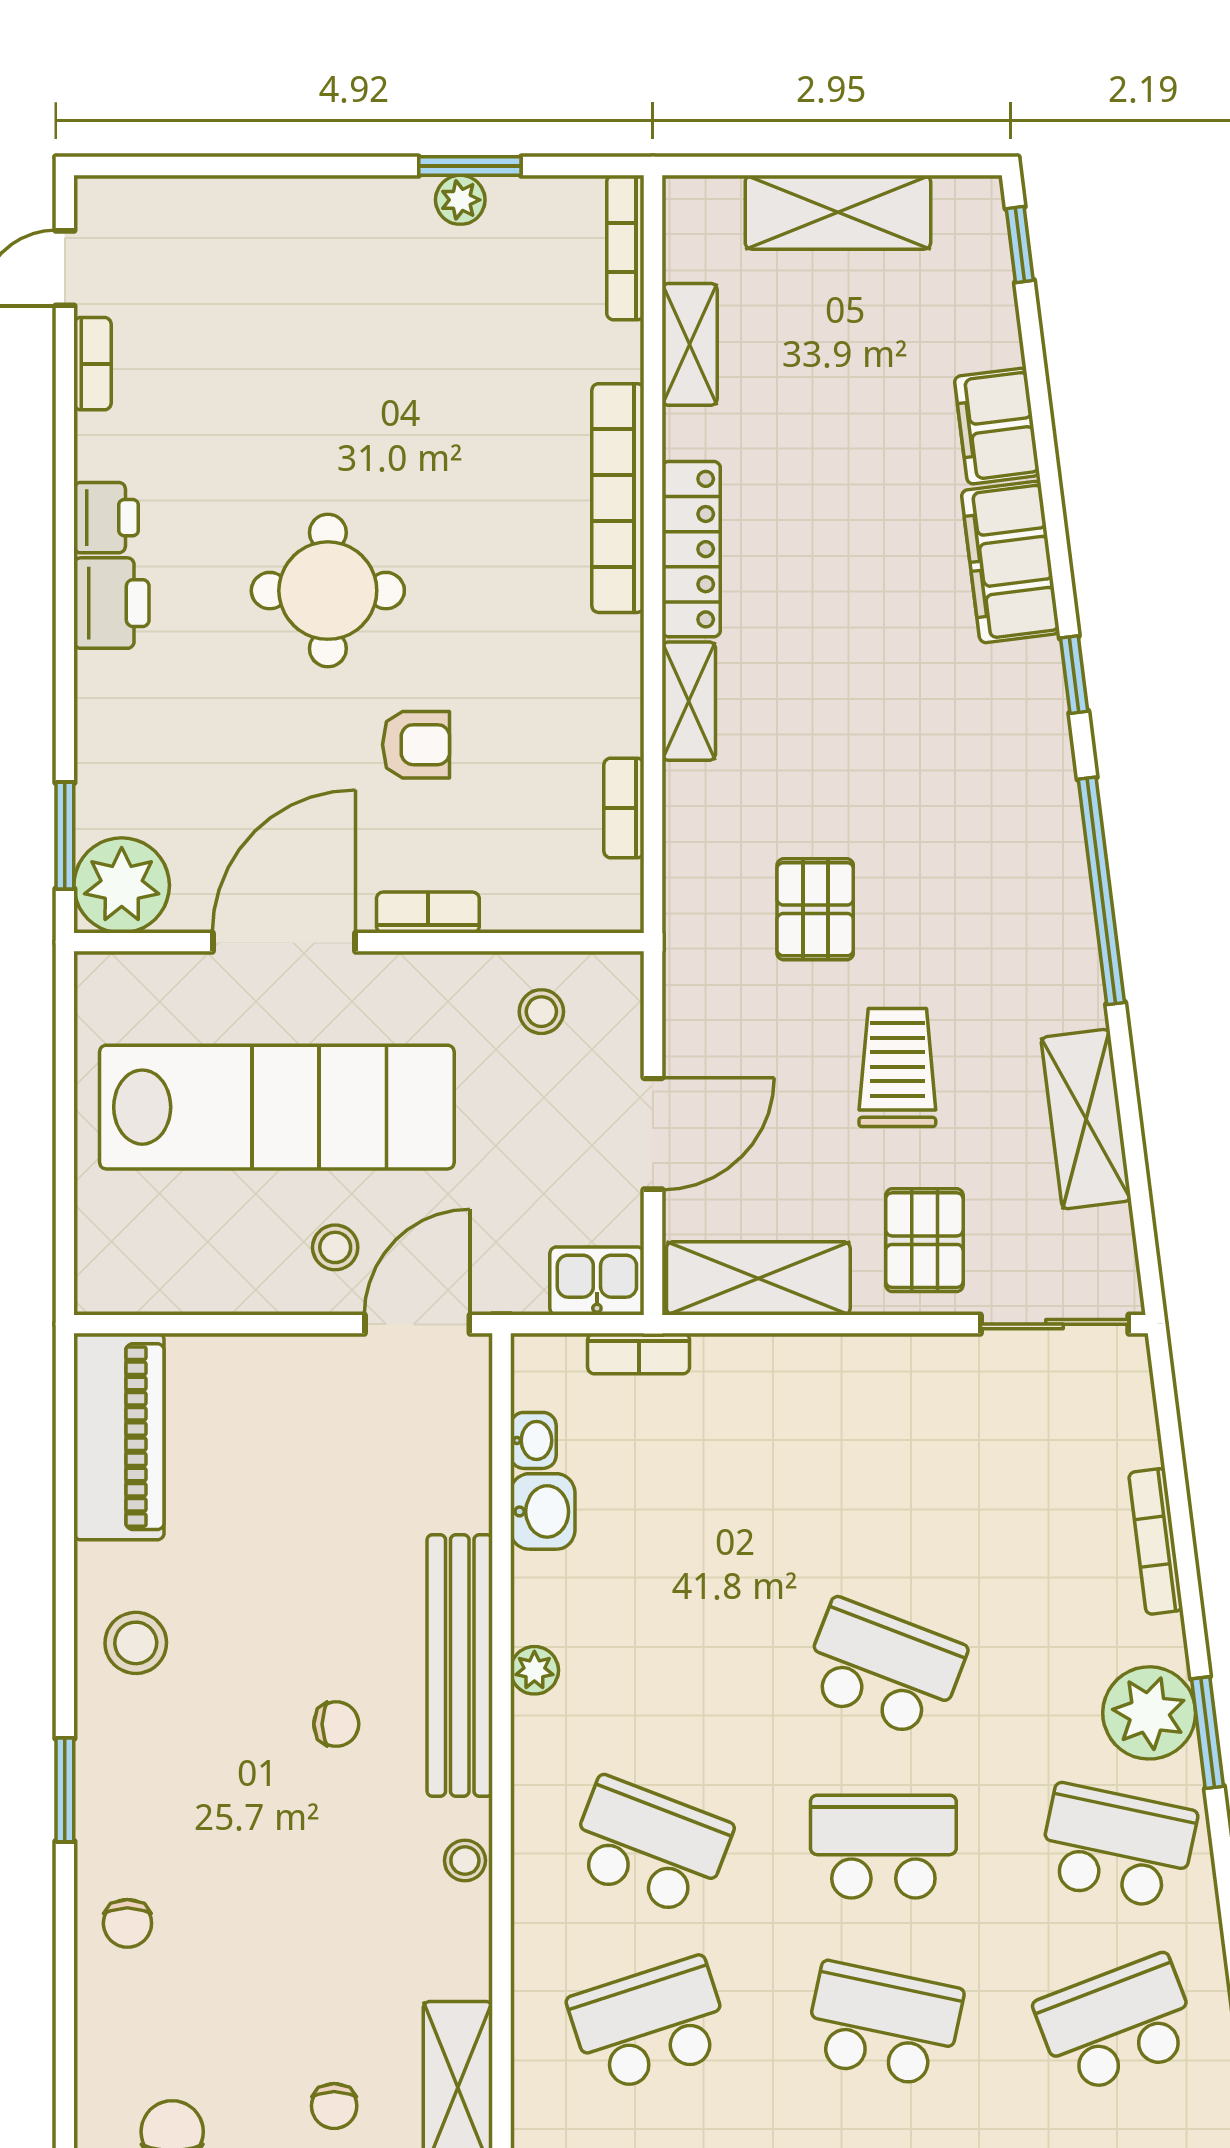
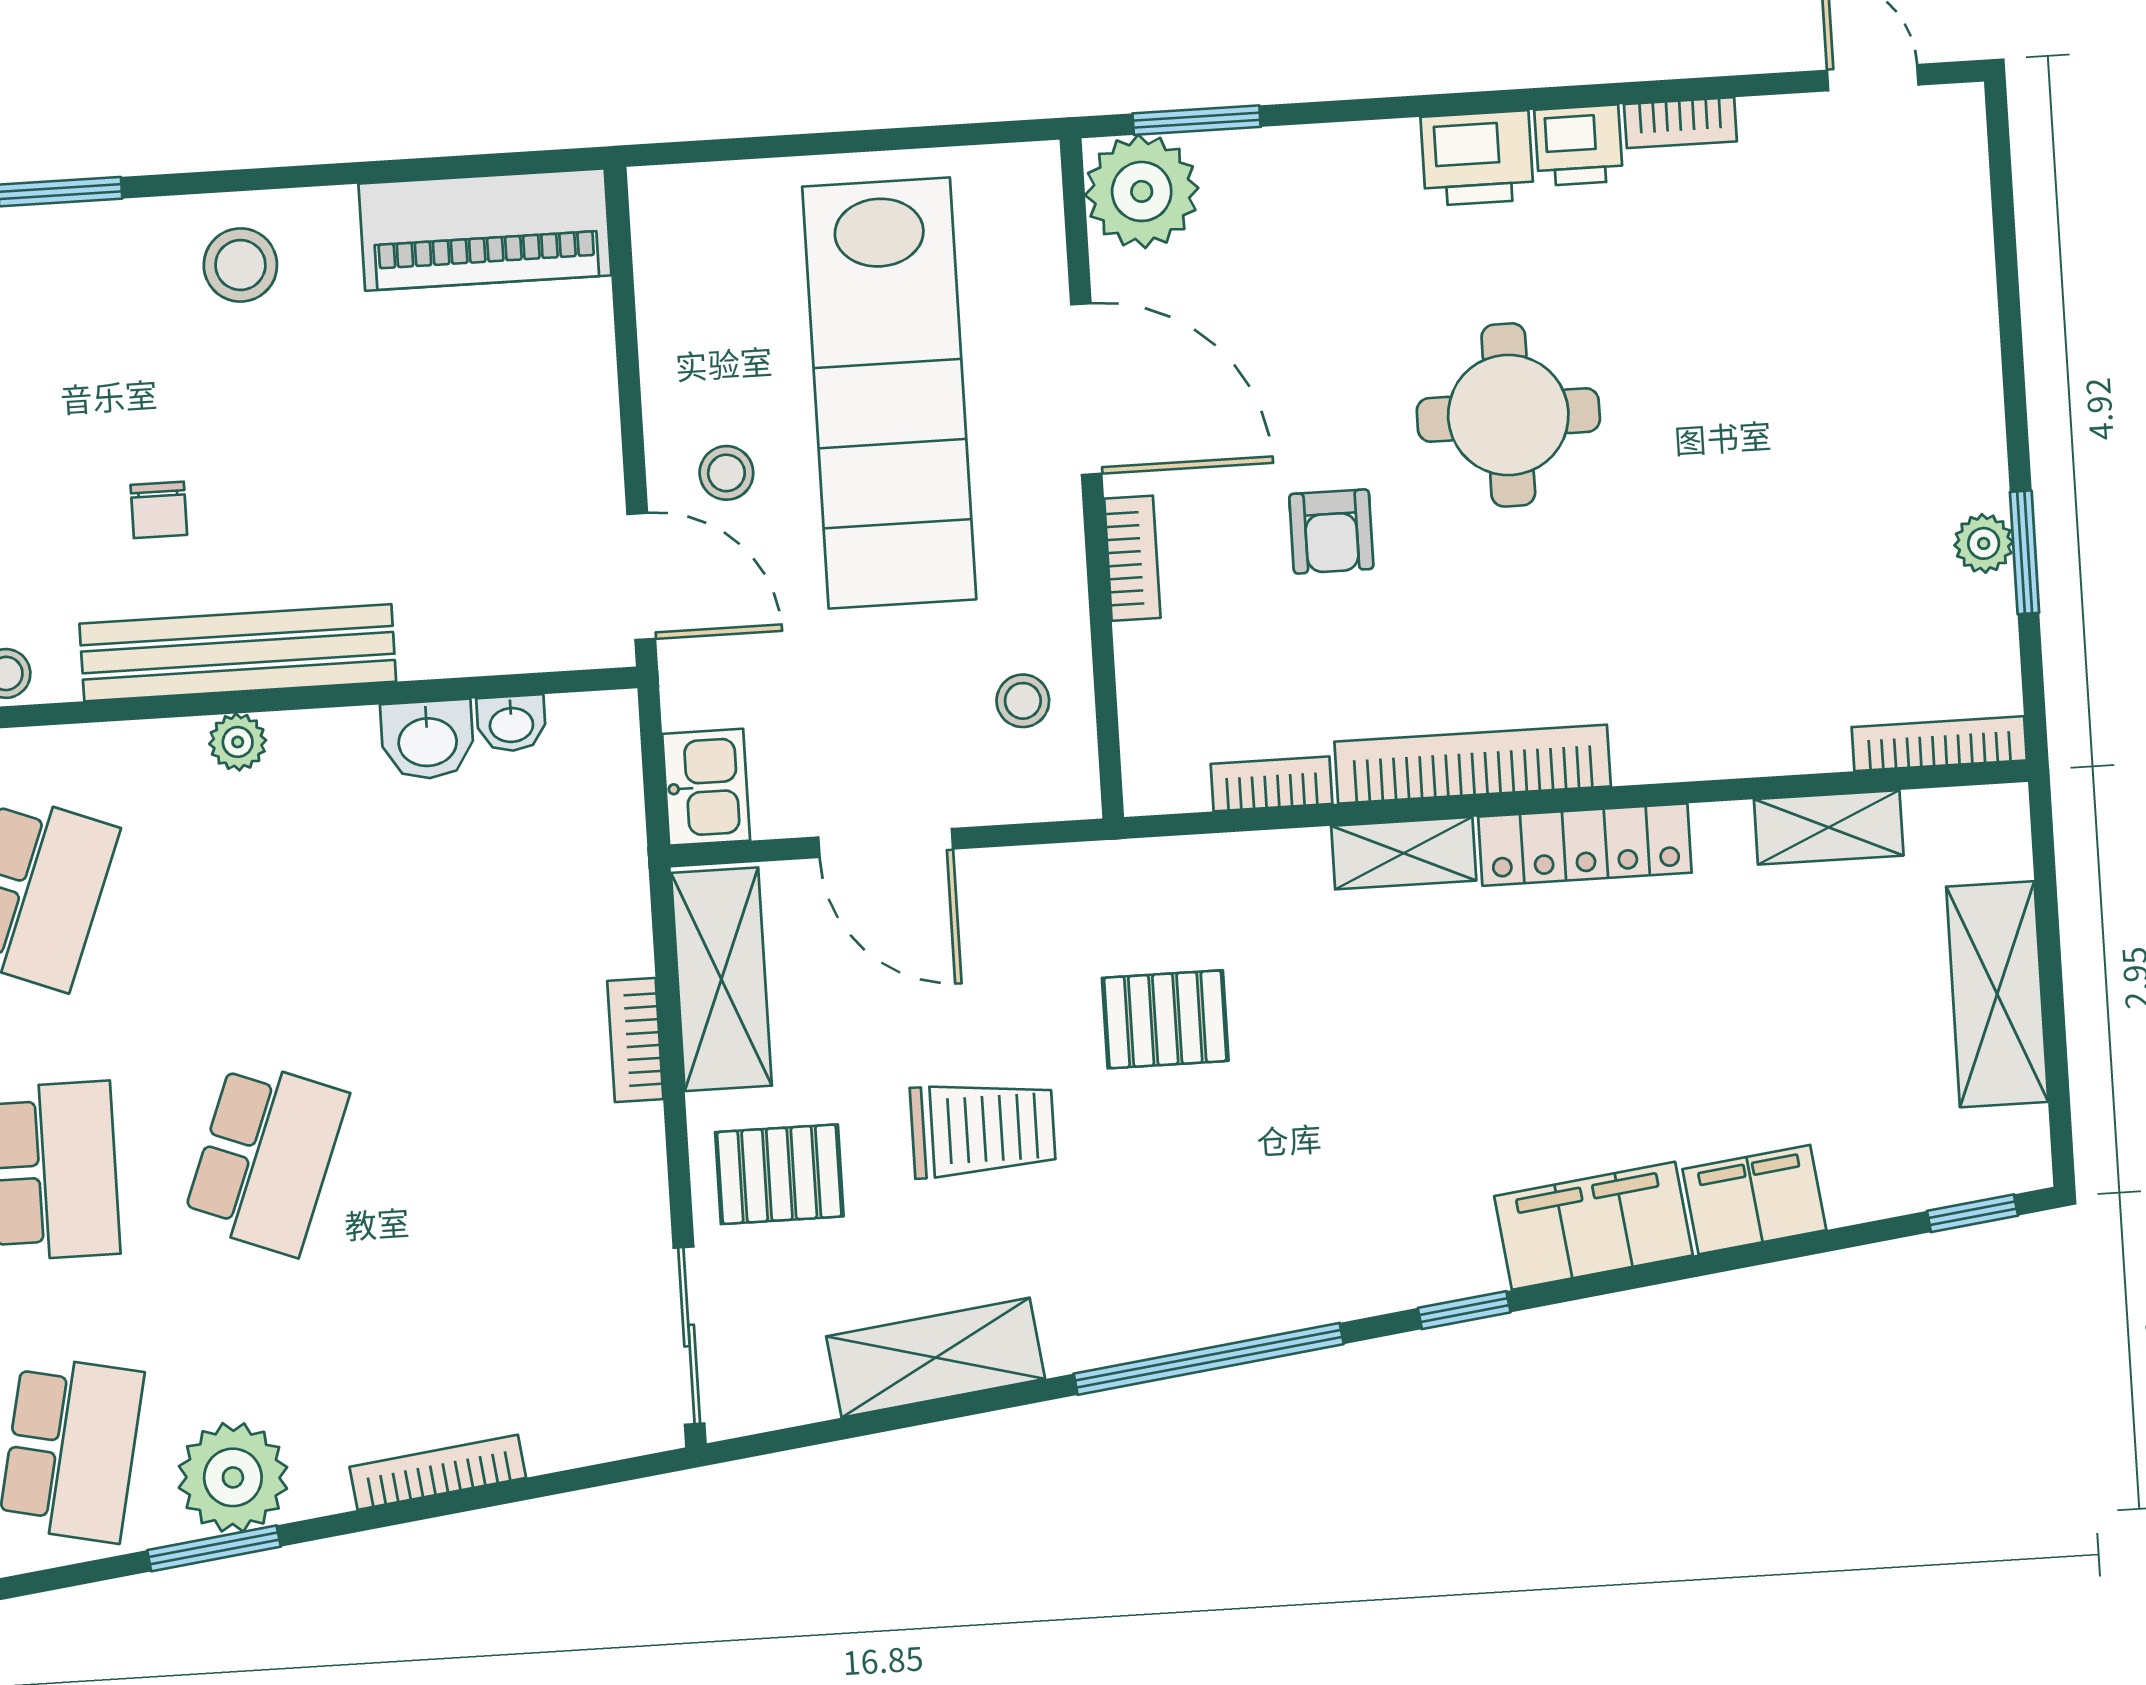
bookcase: (92, 364) -> (1680, 123), moved
bookcase: (618, 498) -> (1473, 764), moved
bookcase: (639, 1354) -> (635, 1040), moved

